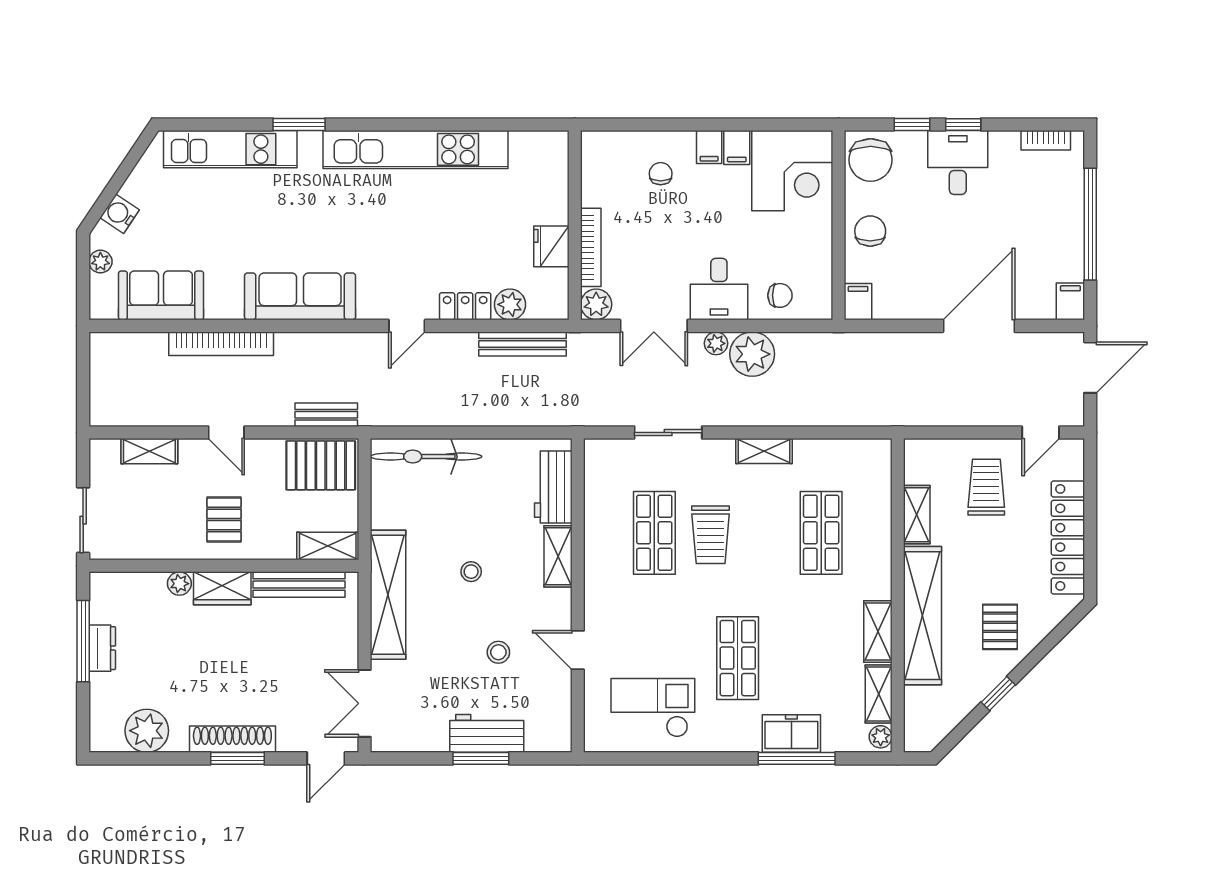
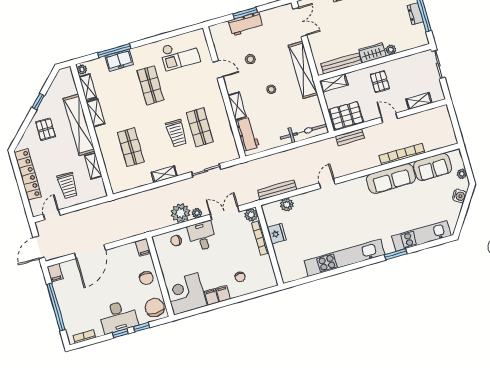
desk: (958, 163) -> (118, 317), width x1.37
sofa: (300, 296) -> (391, 178), moved
locker: (465, 306) -> (305, 199), removed
trolley: (711, 535) -> (176, 133), turned 180

